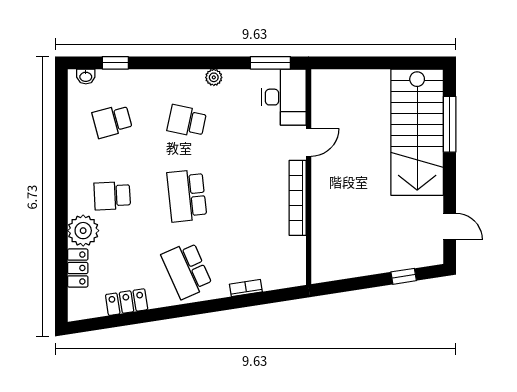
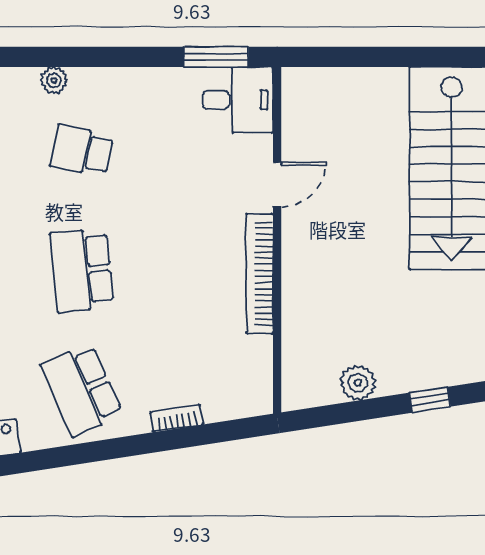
plant: (214, 77) -> (54, 80), moved
desk: (284, 97) -> (238, 100), width x0.73
plant: (359, 266) -> (358, 383), added

